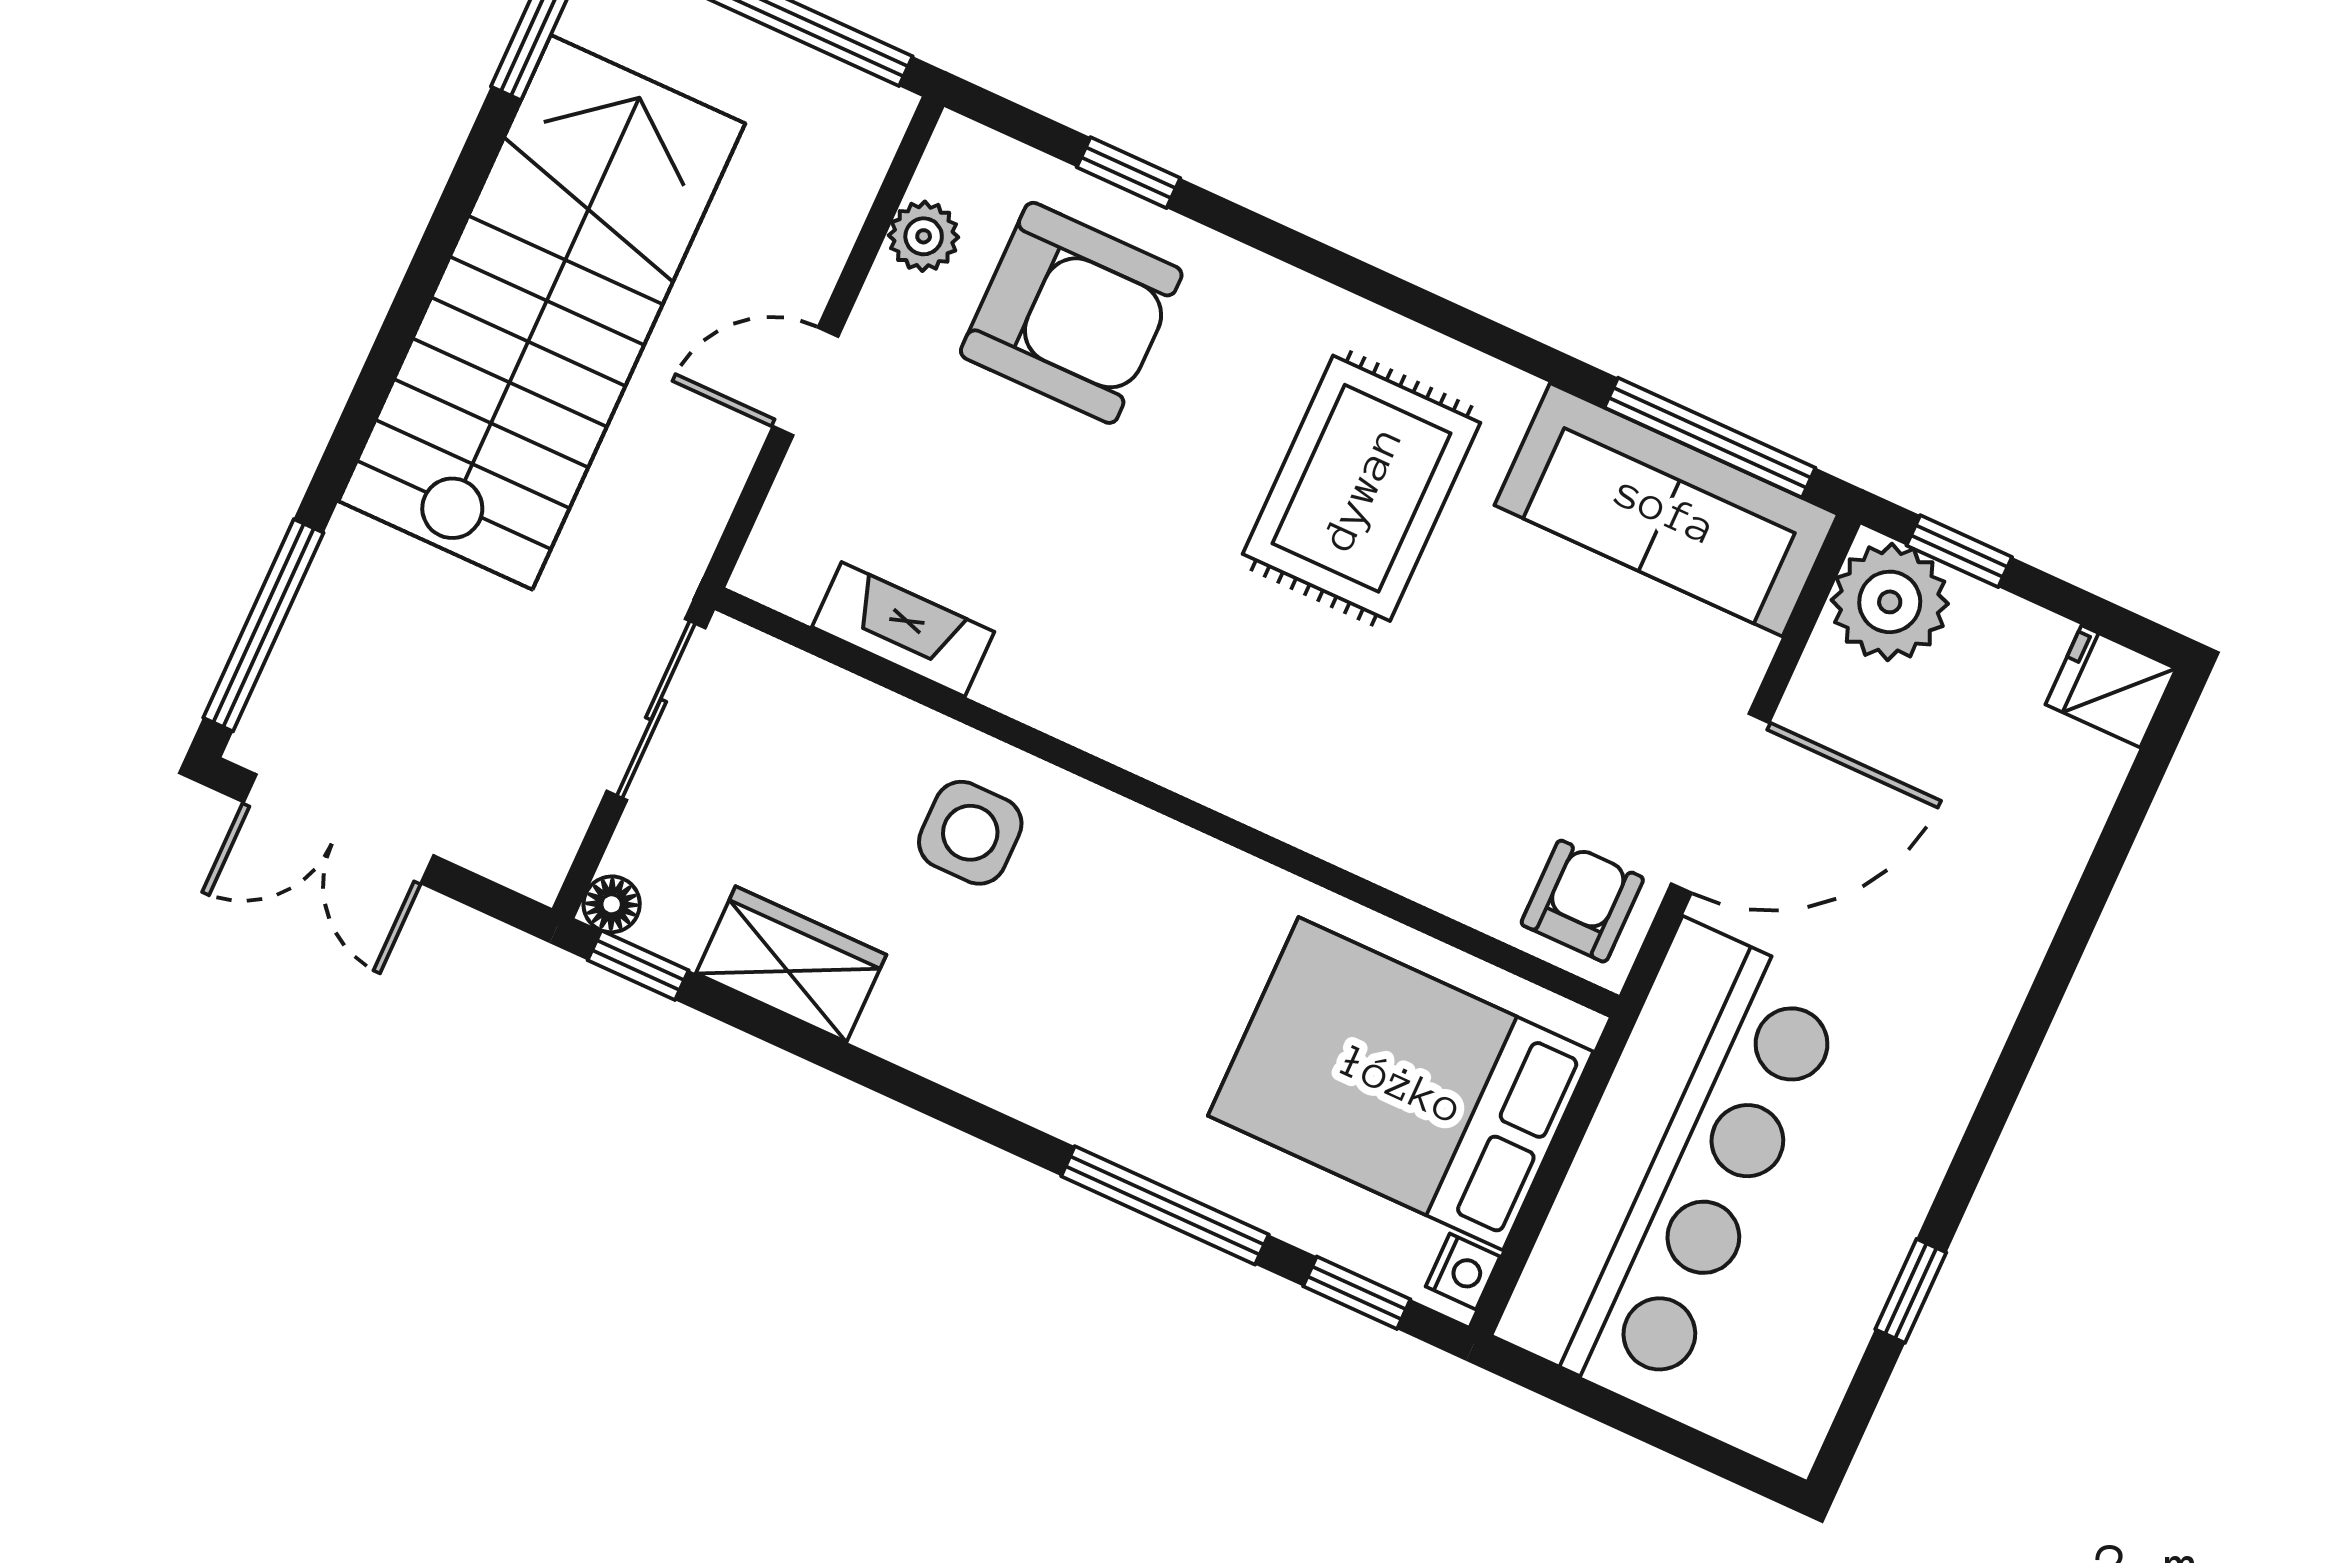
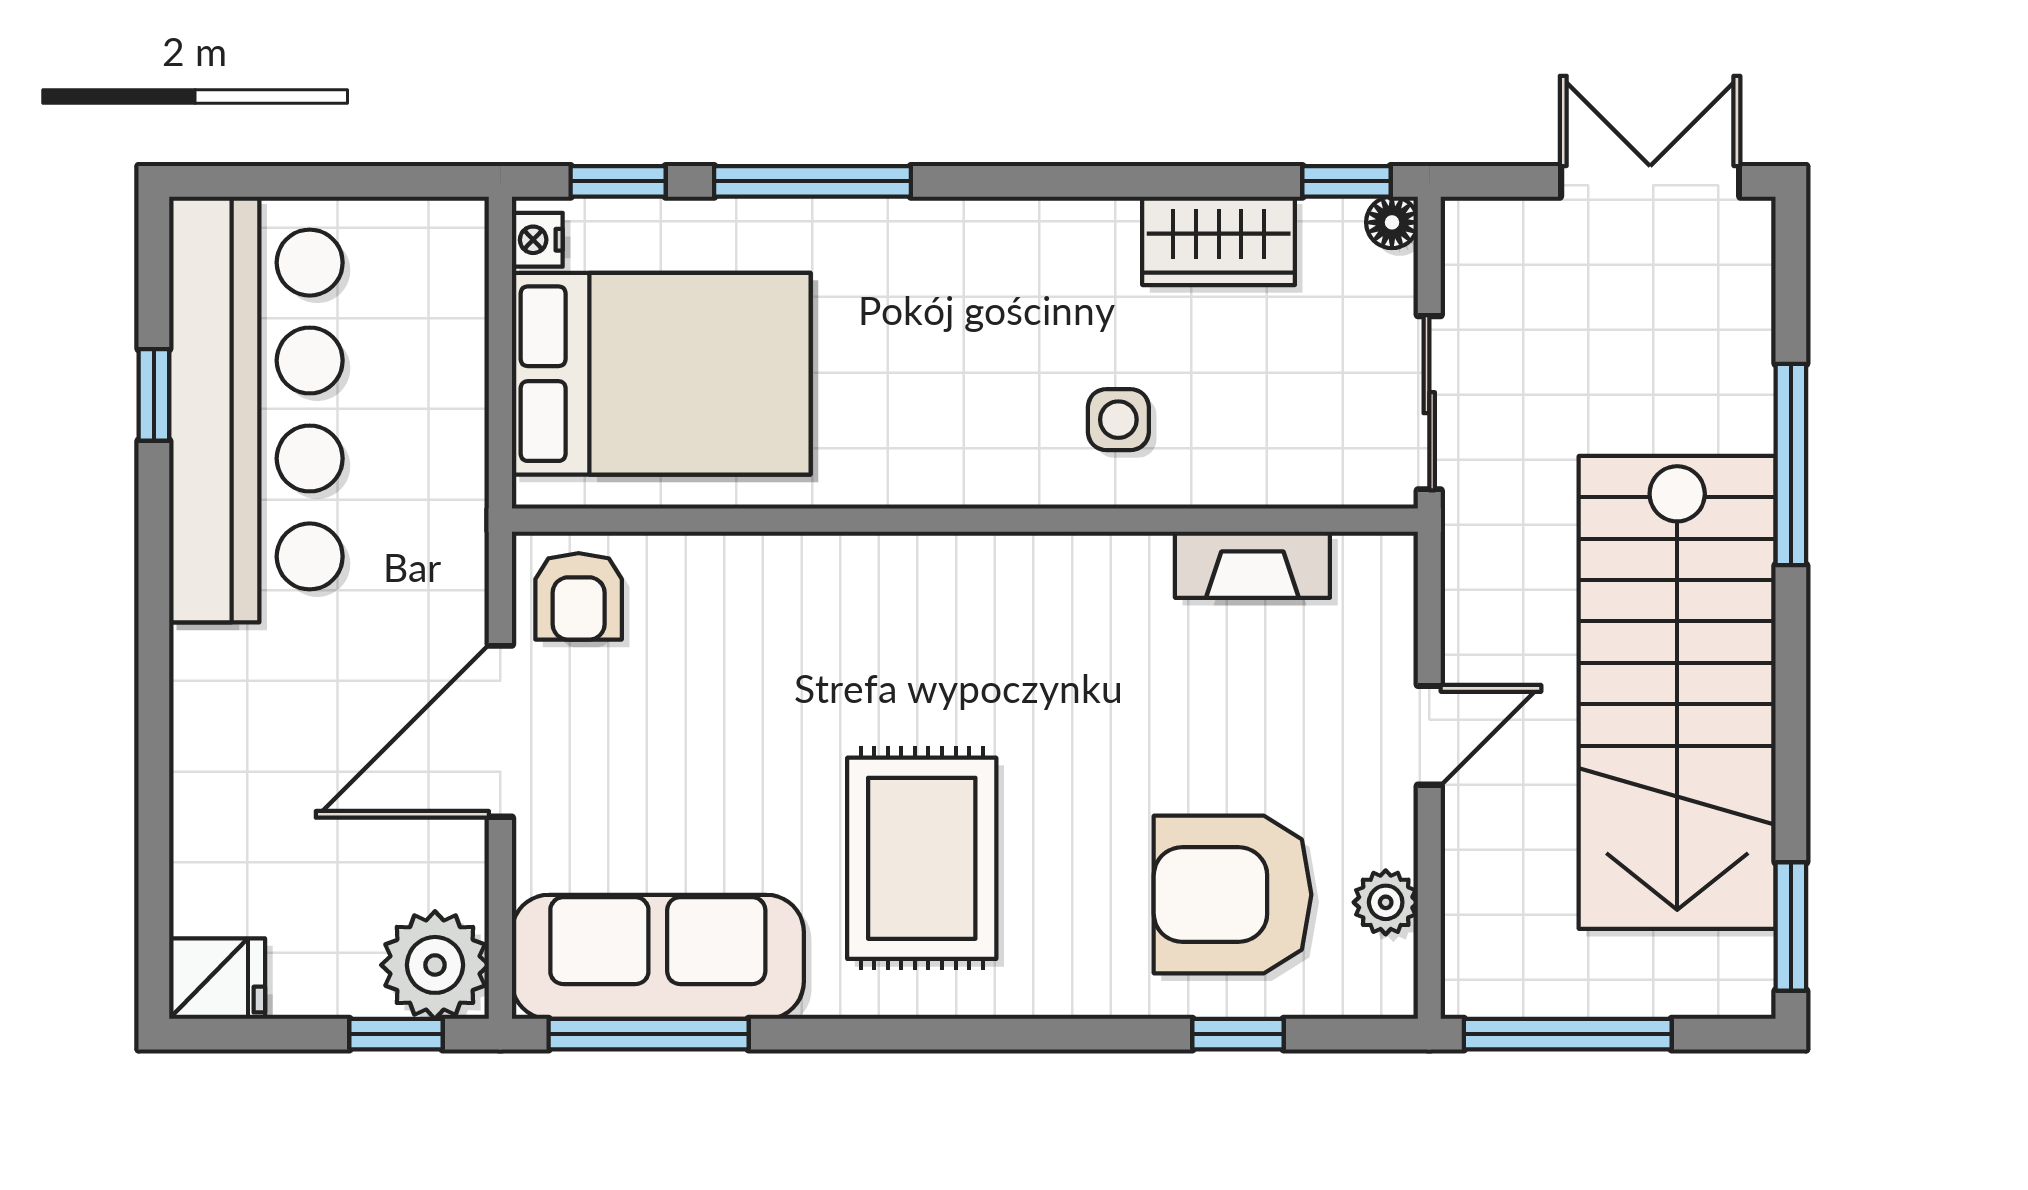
window: (263, 625) -> (1791, 465), moved
side table: (970, 833) -> (1118, 420), width x0.73, depth x0.73
bar counter: (1672, 1165) -> (256, 409), moved, turned 180

